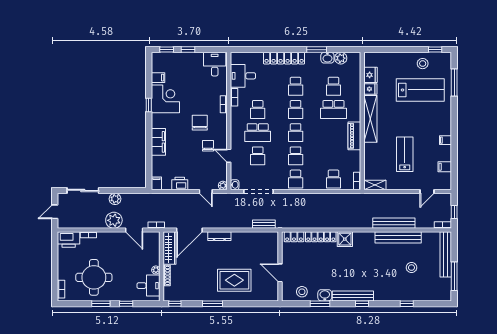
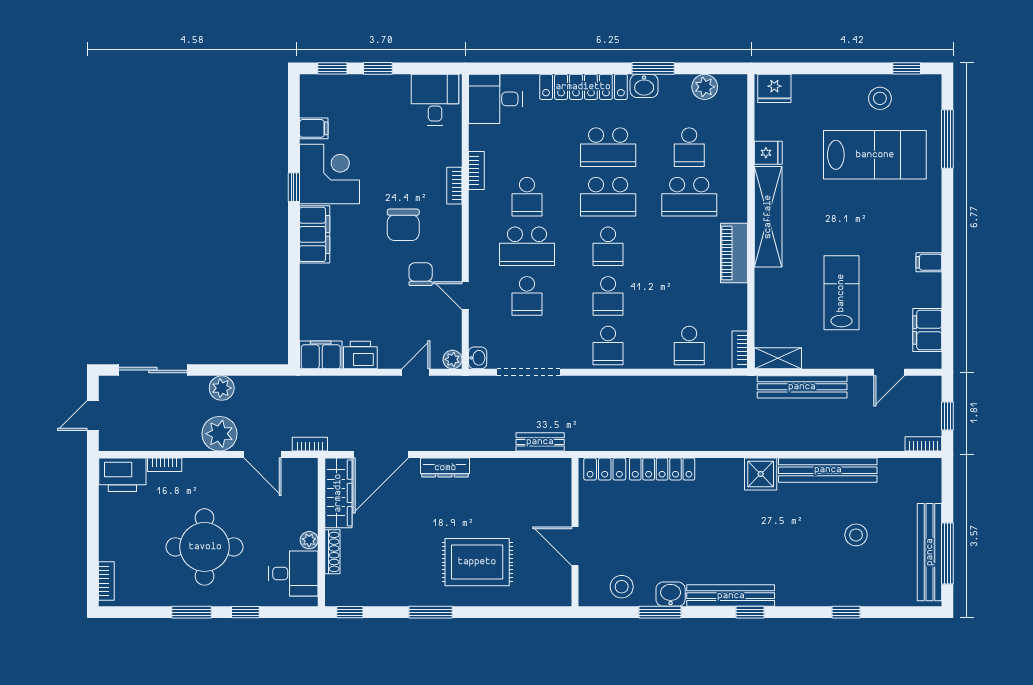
washbasin: (327, 58) -> (644, 86), moved
fridge: (371, 75) -> (774, 88), moved, turned 90
desk: (243, 76) -> (495, 99), moved
school desk: (296, 86) -> (608, 147), width x1.85
school desk: (296, 109) -> (608, 197), width x1.85
chair: (200, 123) -> (403, 225), turned 180
filing cabinet: (158, 142) -> (315, 234), moved
filing cabinet: (445, 167) -> (927, 330), width x2.00
filing cabinet: (156, 183) -> (321, 355), width x2.00
door: (206, 192) -> (416, 372), swing flipped
bench: (394, 223) -> (802, 387), moved
shower: (345, 239) -> (761, 474), moved
bench: (446, 254) -> (930, 552), moved
round table: (94, 277) -> (205, 547), moved

